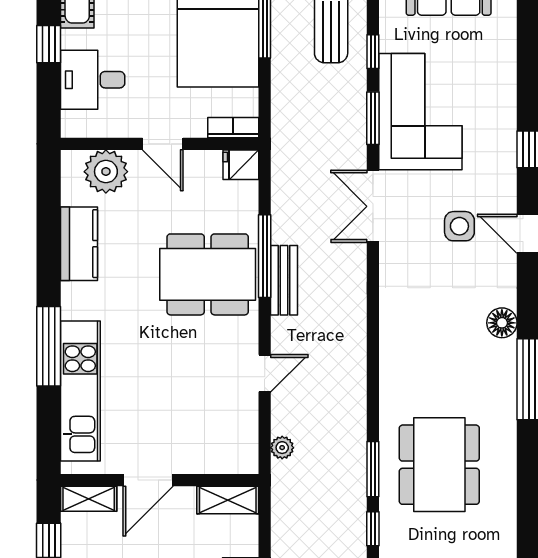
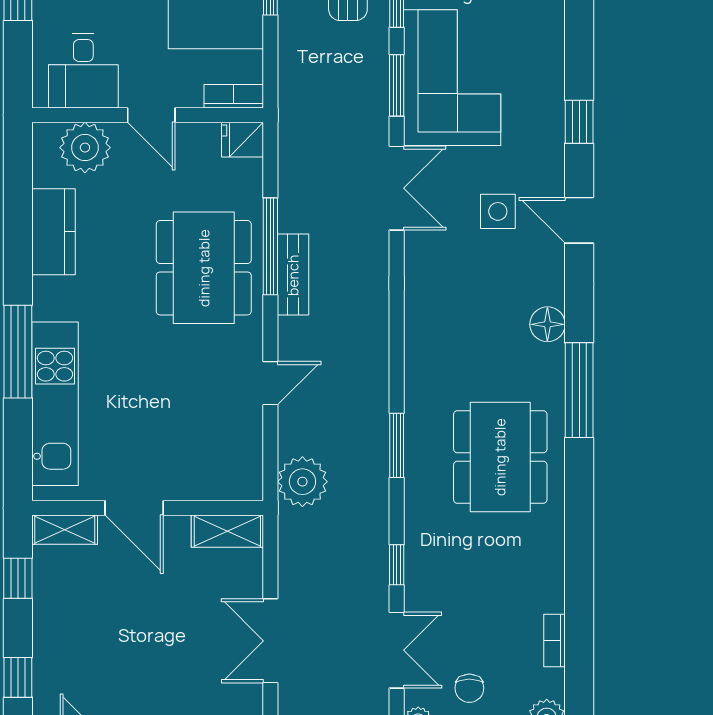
desk: (93, 80) -> (83, 71), moved, turned -90
double door: (373, 206) -> (397, 188), swing flipped
dining table: (208, 274) -> (204, 268), turned 90
plant: (282, 448) -> (302, 482), width x1.88, depth x1.88
dining table: (439, 465) -> (500, 457), moved
window: (373, 469) -> (397, 445), moved
door: (148, 480) -> (134, 508), hinge flipped

